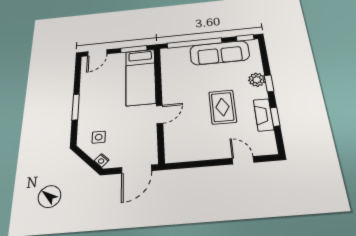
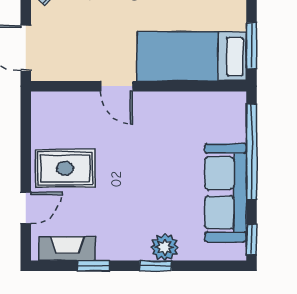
rug: (223, 107) -> (65, 168), moved
fireplace: (264, 115) -> (67, 249), moved

